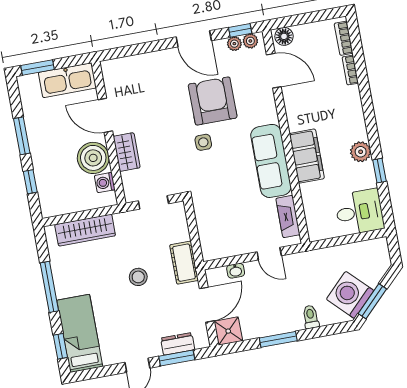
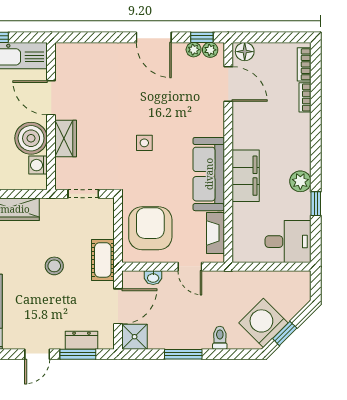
armchair: (213, 101) -> (150, 228), moved
window: (372, 301) -> (285, 333), width x0.67

